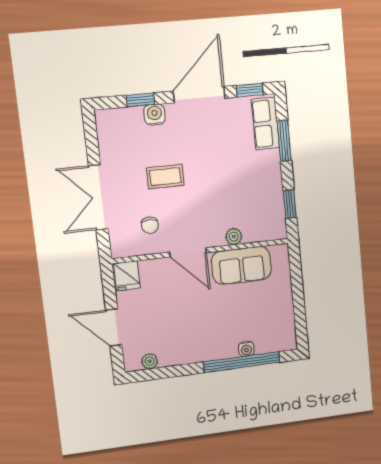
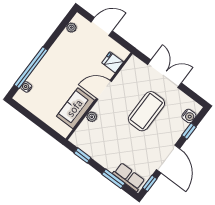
water cooler: (155, 115) -> (189, 116), moved
coffee table: (165, 177) -> (146, 111), width x1.86, depth x1.72
chair: (150, 225) -> (132, 85), removed
fridge: (127, 276) -> (113, 62), moved
water cooler: (246, 349) -> (26, 87), moved

